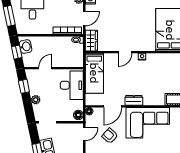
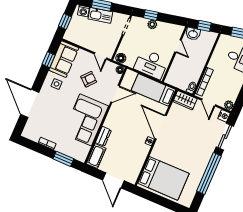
washbasin: (26, 46) -> (193, 34), moved
door: (125, 52) -> (161, 127), width x1.87
window: (24, 86) -> (151, 15), moved
dresser: (134, 100) -> (103, 136), moved
door: (113, 106) -> (115, 94), swing flipped

